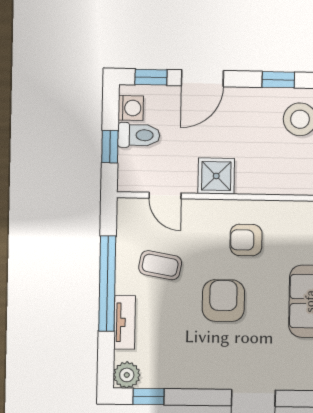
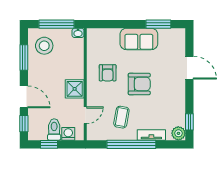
window: (278, 80) -> (24, 57), width x1.50
washing machine: (131, 108) -> (68, 134), moved
window: (110, 147) -> (49, 144), moved
armchair: (223, 301) -> (139, 84), turned 180

